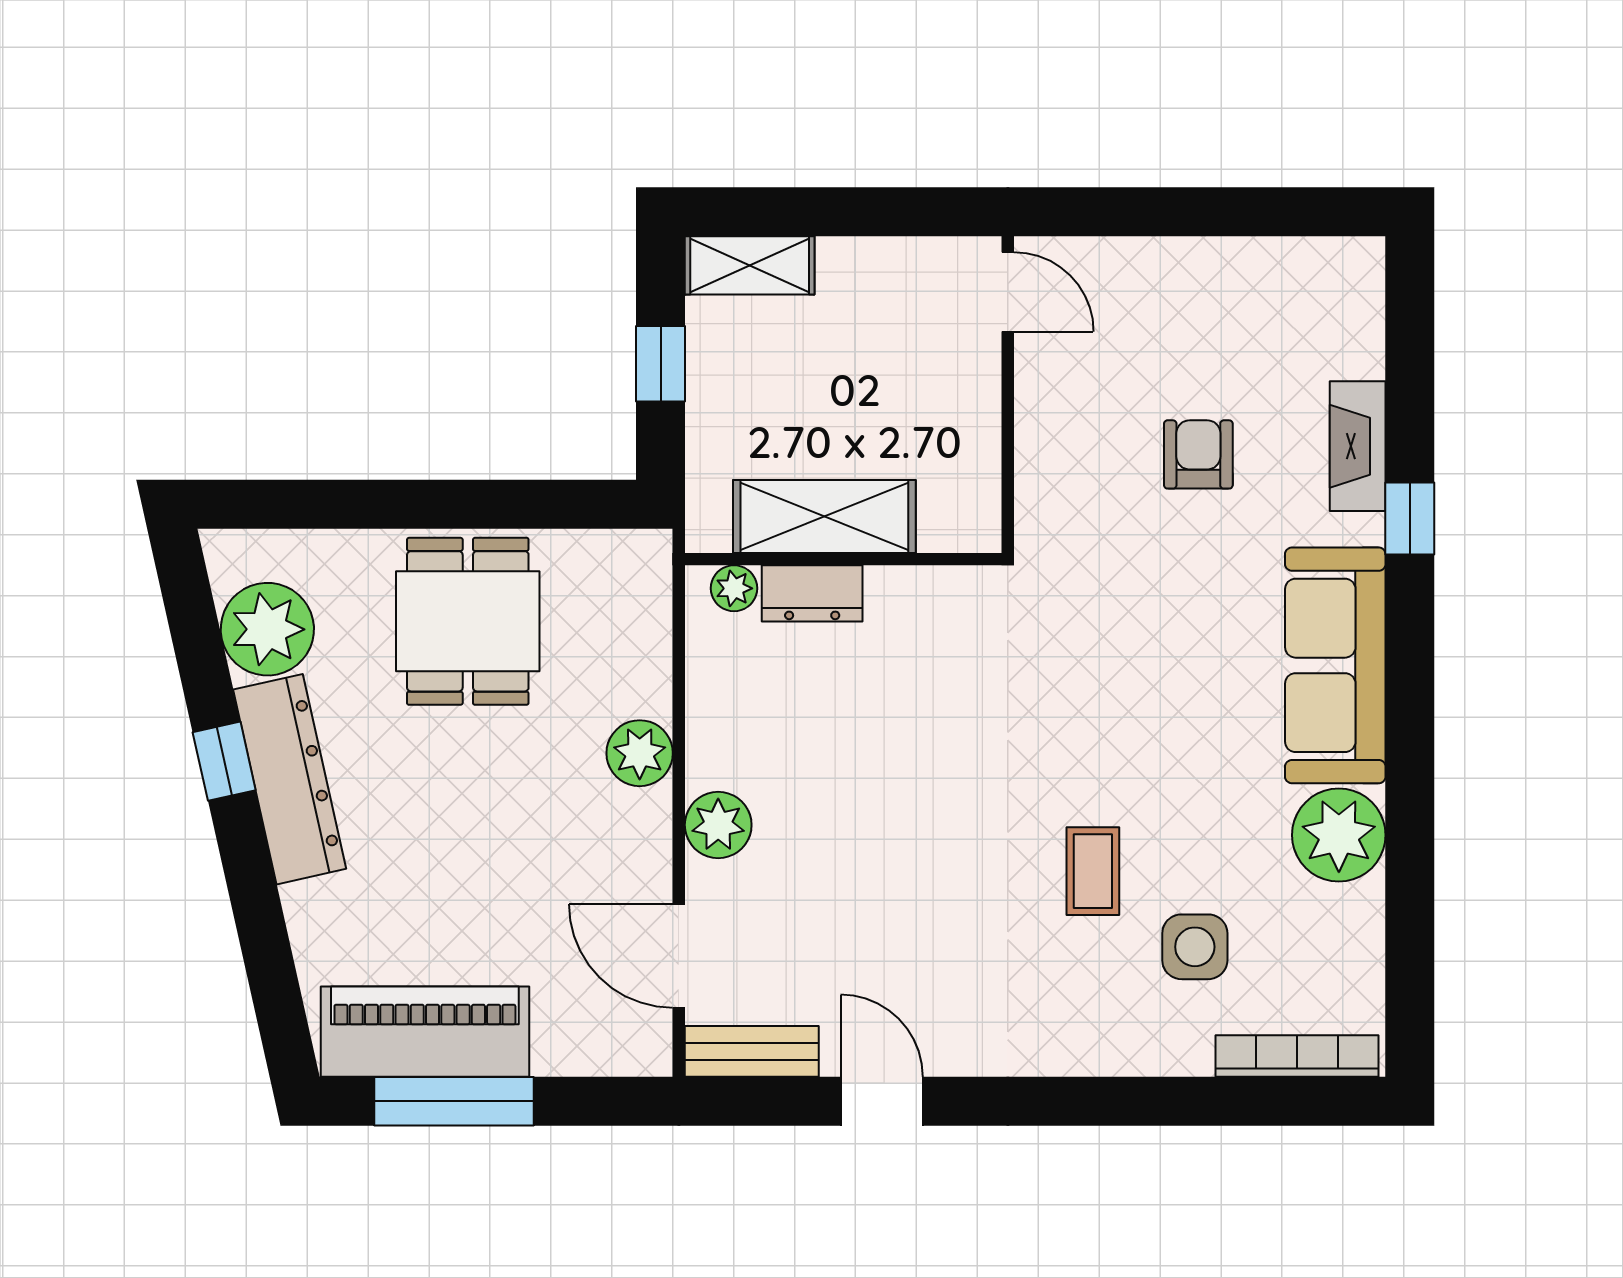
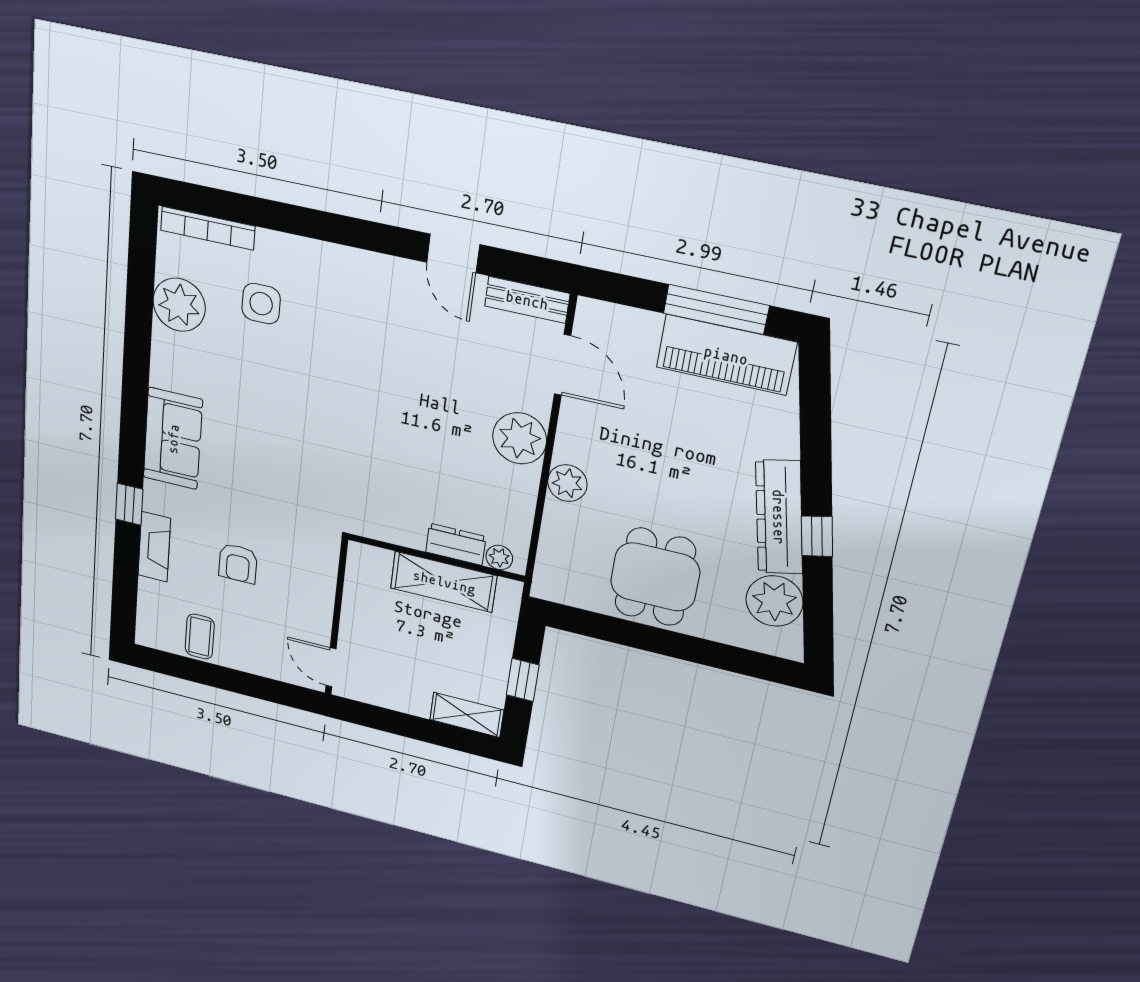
sofa: (1335, 665) -> (173, 439), width x0.73
plant: (718, 825) -> (520, 438), width x1.36, depth x1.36
plant: (1339, 835) -> (179, 305), moved
coffee table: (1093, 871) -> (200, 637), moved

